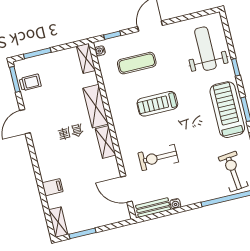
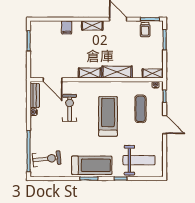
treadmill: (157, 104) -> (108, 116), width x1.37, depth x1.38
door: (126, 189) -> (53, 80), swing flipped
shelving: (58, 222) -> (92, 25), moved

